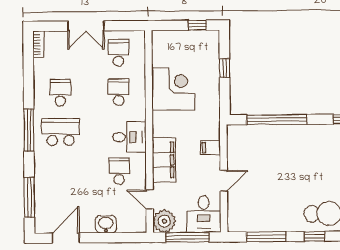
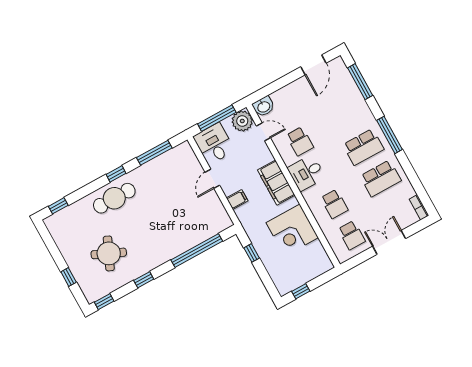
window: (225, 68) -> (252, 253), moved
school desk: (60, 93) -> (381, 178), width x1.85
filing cabinet: (164, 160) -> (276, 183), moved
washbasin: (106, 224) -> (264, 107), moved

